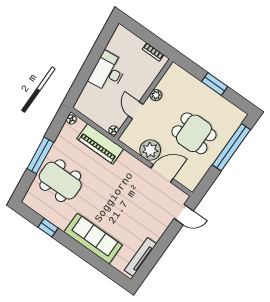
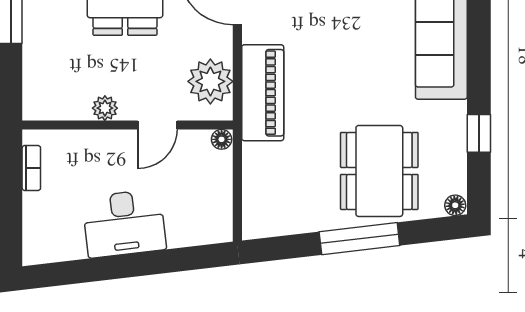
floor lamp: (71, 119) -> (455, 205), moved
piano: (100, 144) -> (263, 93), moved
plant: (150, 150) -> (210, 81), moved

